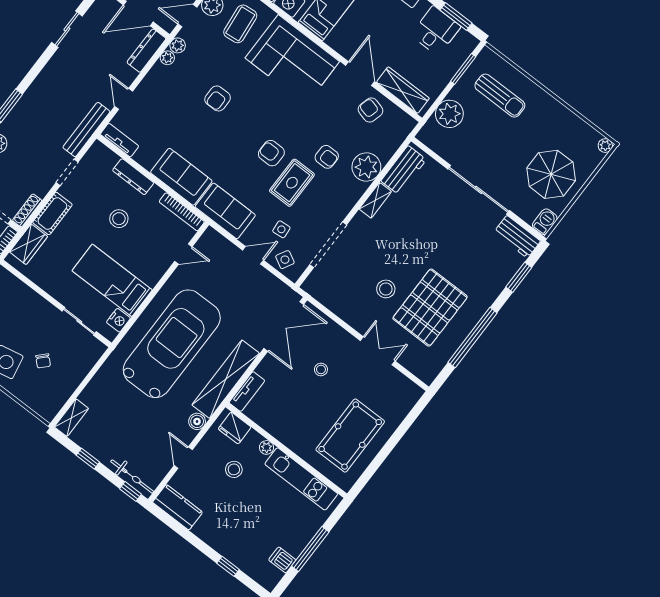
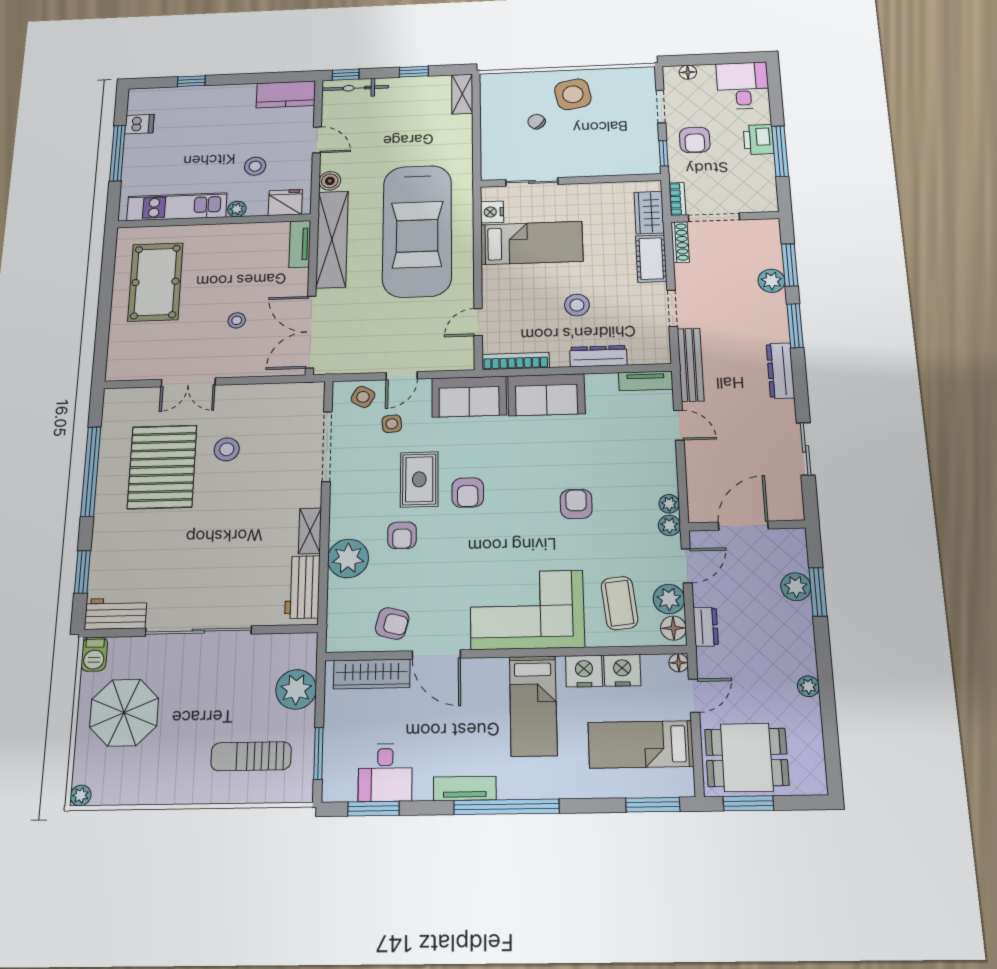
dresser: (146, 51) -> (780, 371), moved, turned 180
armchair: (271, 153) -> (468, 493), turned 90
armchair: (327, 157) -> (402, 535), turned -90

